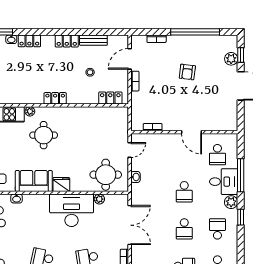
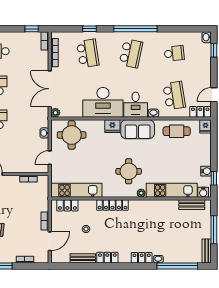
locker: (55, 98) -> (112, 205), width x1.53
kitchen unit: (101, 114) -> (76, 190), added
plant: (99, 199) -> (55, 113), moved
desk: (36, 208) -> (136, 105), added

